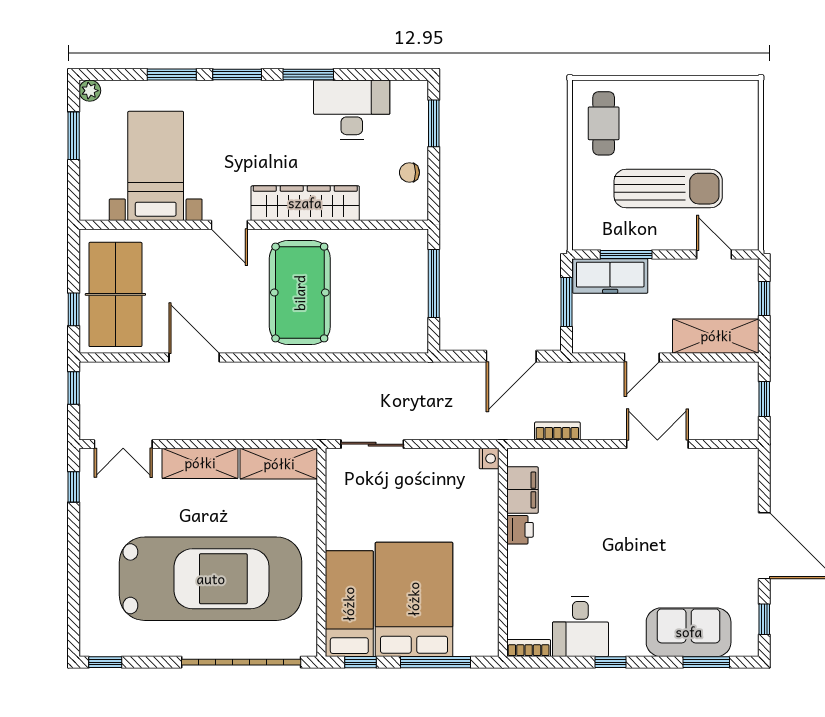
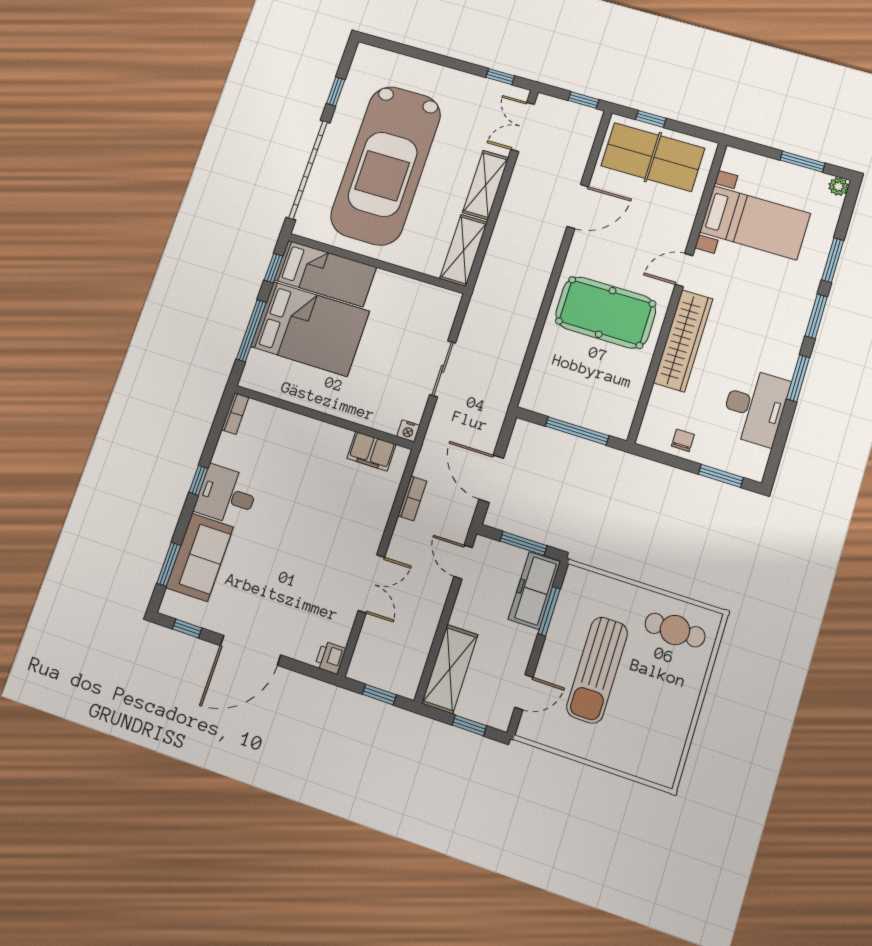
door: (642, 357) -> (463, 562), moved
sliding door: (372, 444) -> (443, 369), moved
printer: (520, 530) -> (330, 658), moved, turned 90
desk: (580, 627) -> (227, 495), moved
window: (105, 662) -> (336, 92), moved

